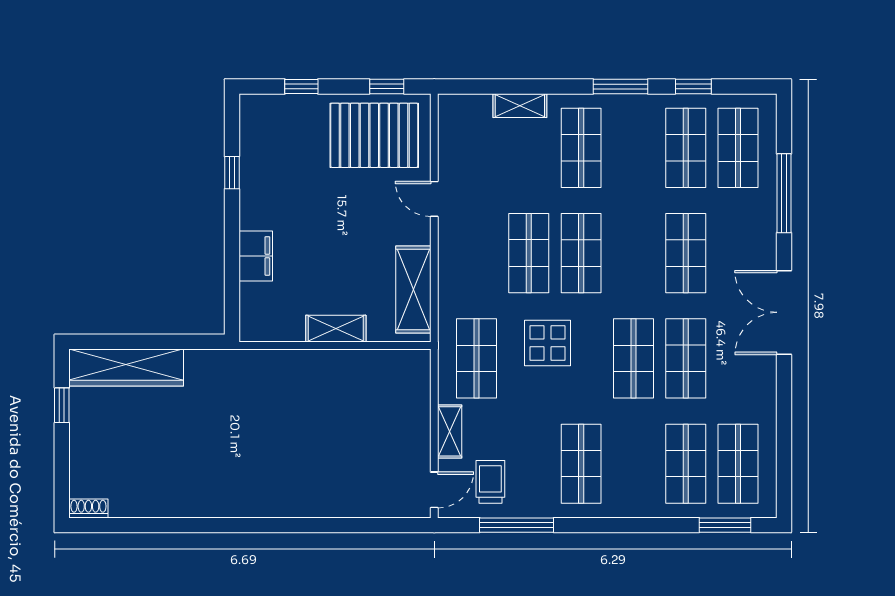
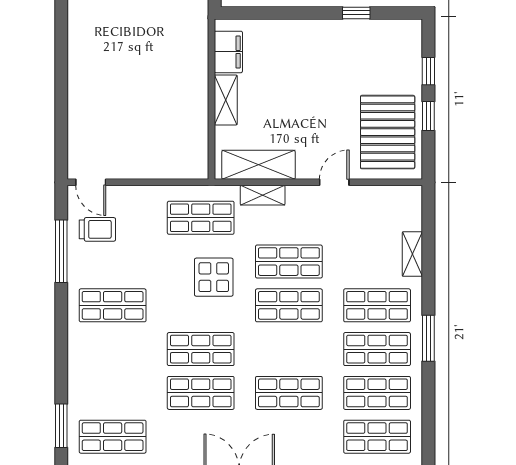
window: (387, 87) -> (428, 116), moved
window: (693, 87) -> (428, 399), removed
filing cabinet: (256, 256) -> (228, 52), moved, turned -90
shelving: (450, 431) -> (263, 195), moved
shop shelf: (686, 464) -> (377, 349), moved

